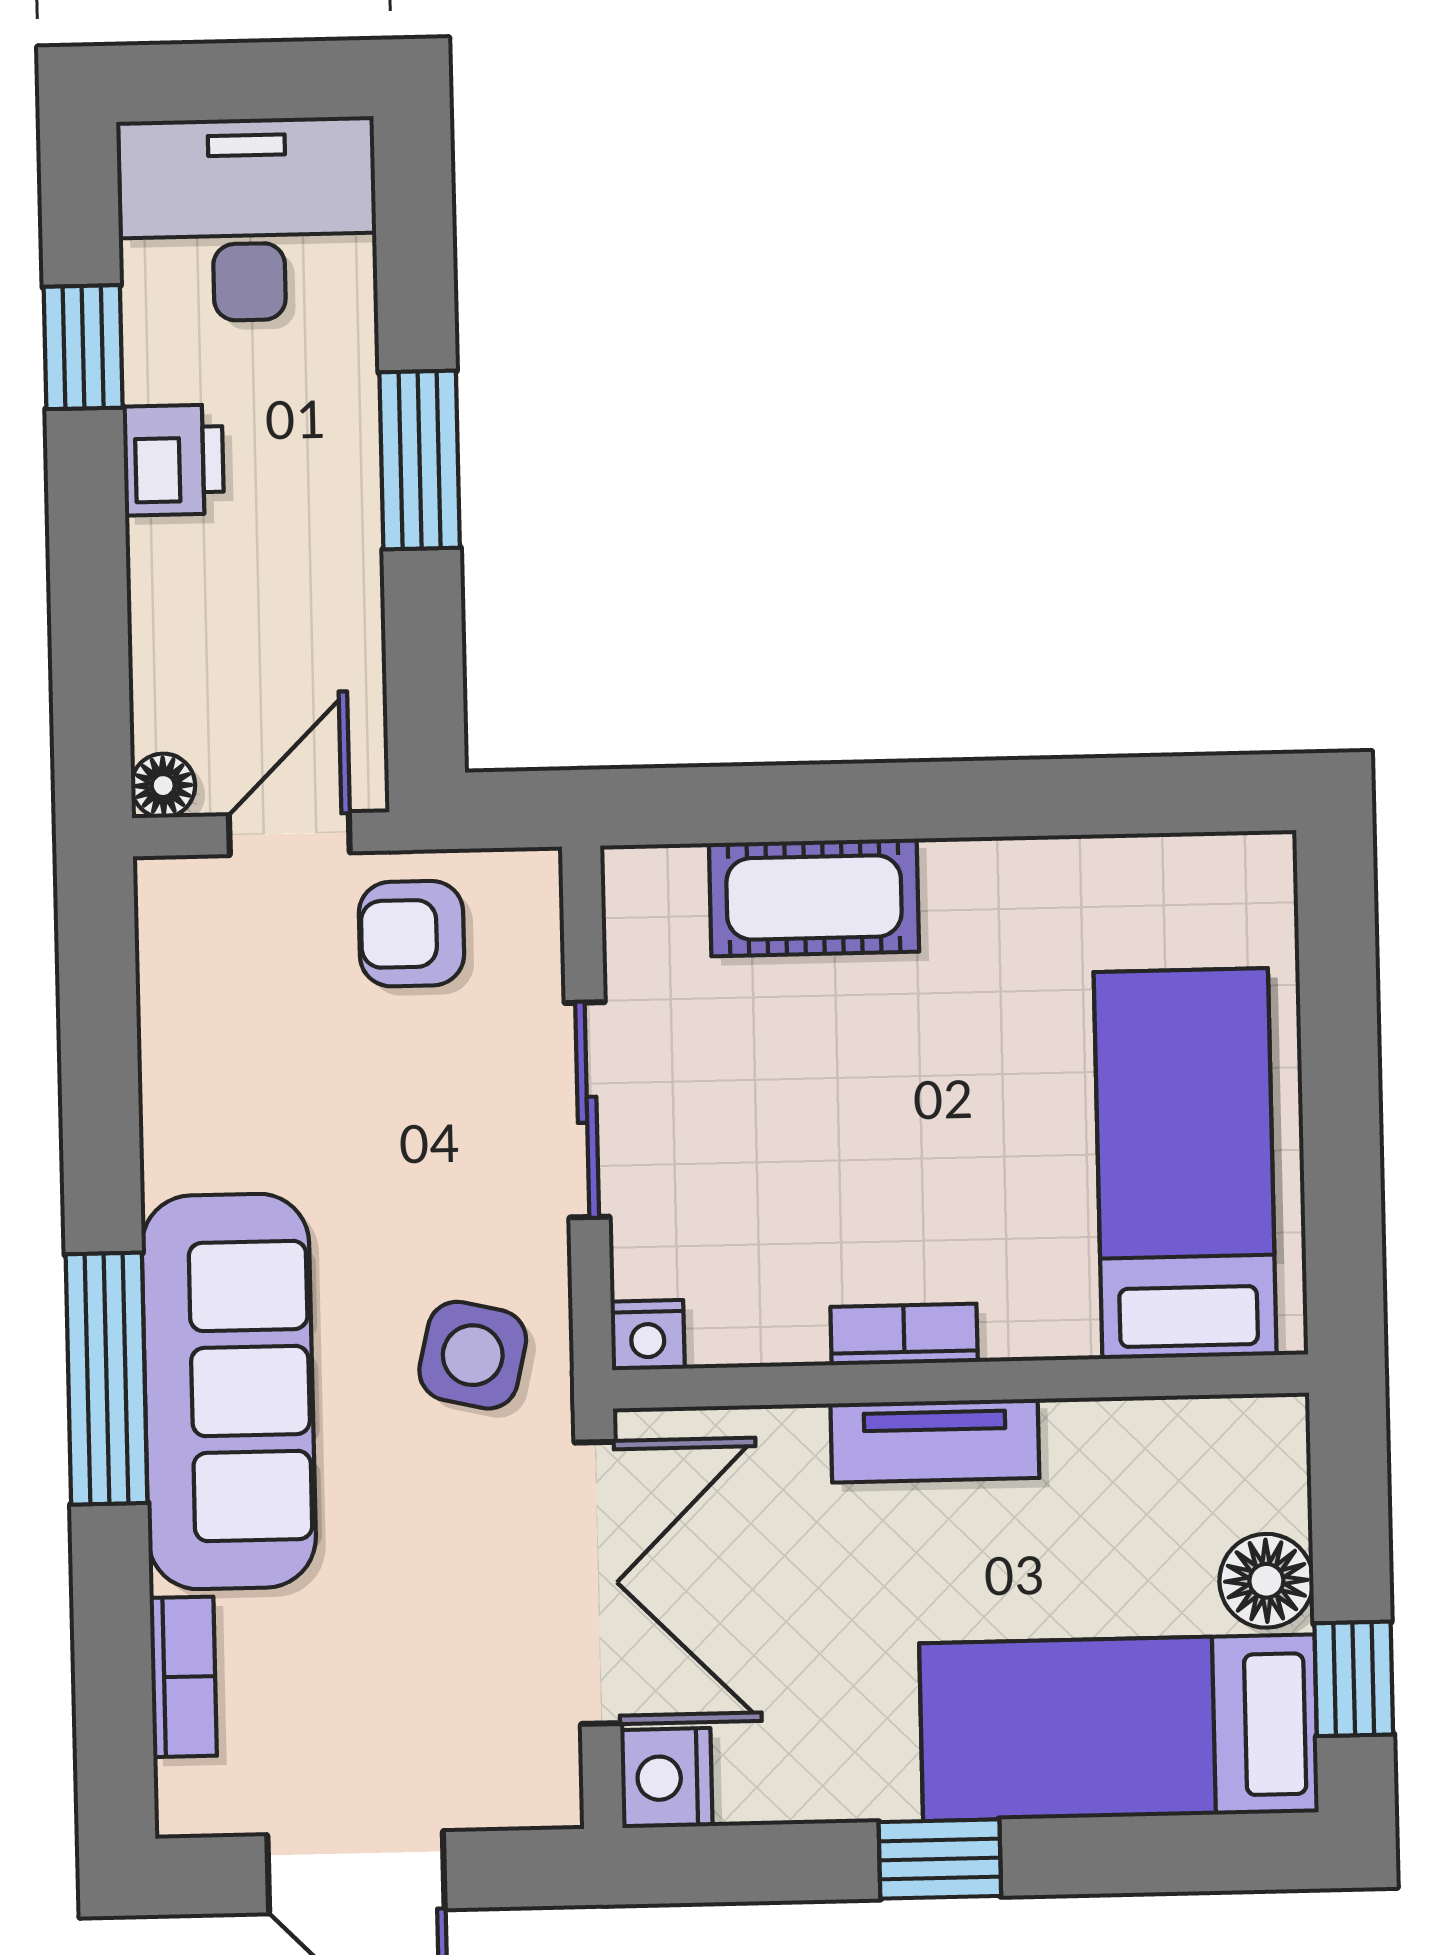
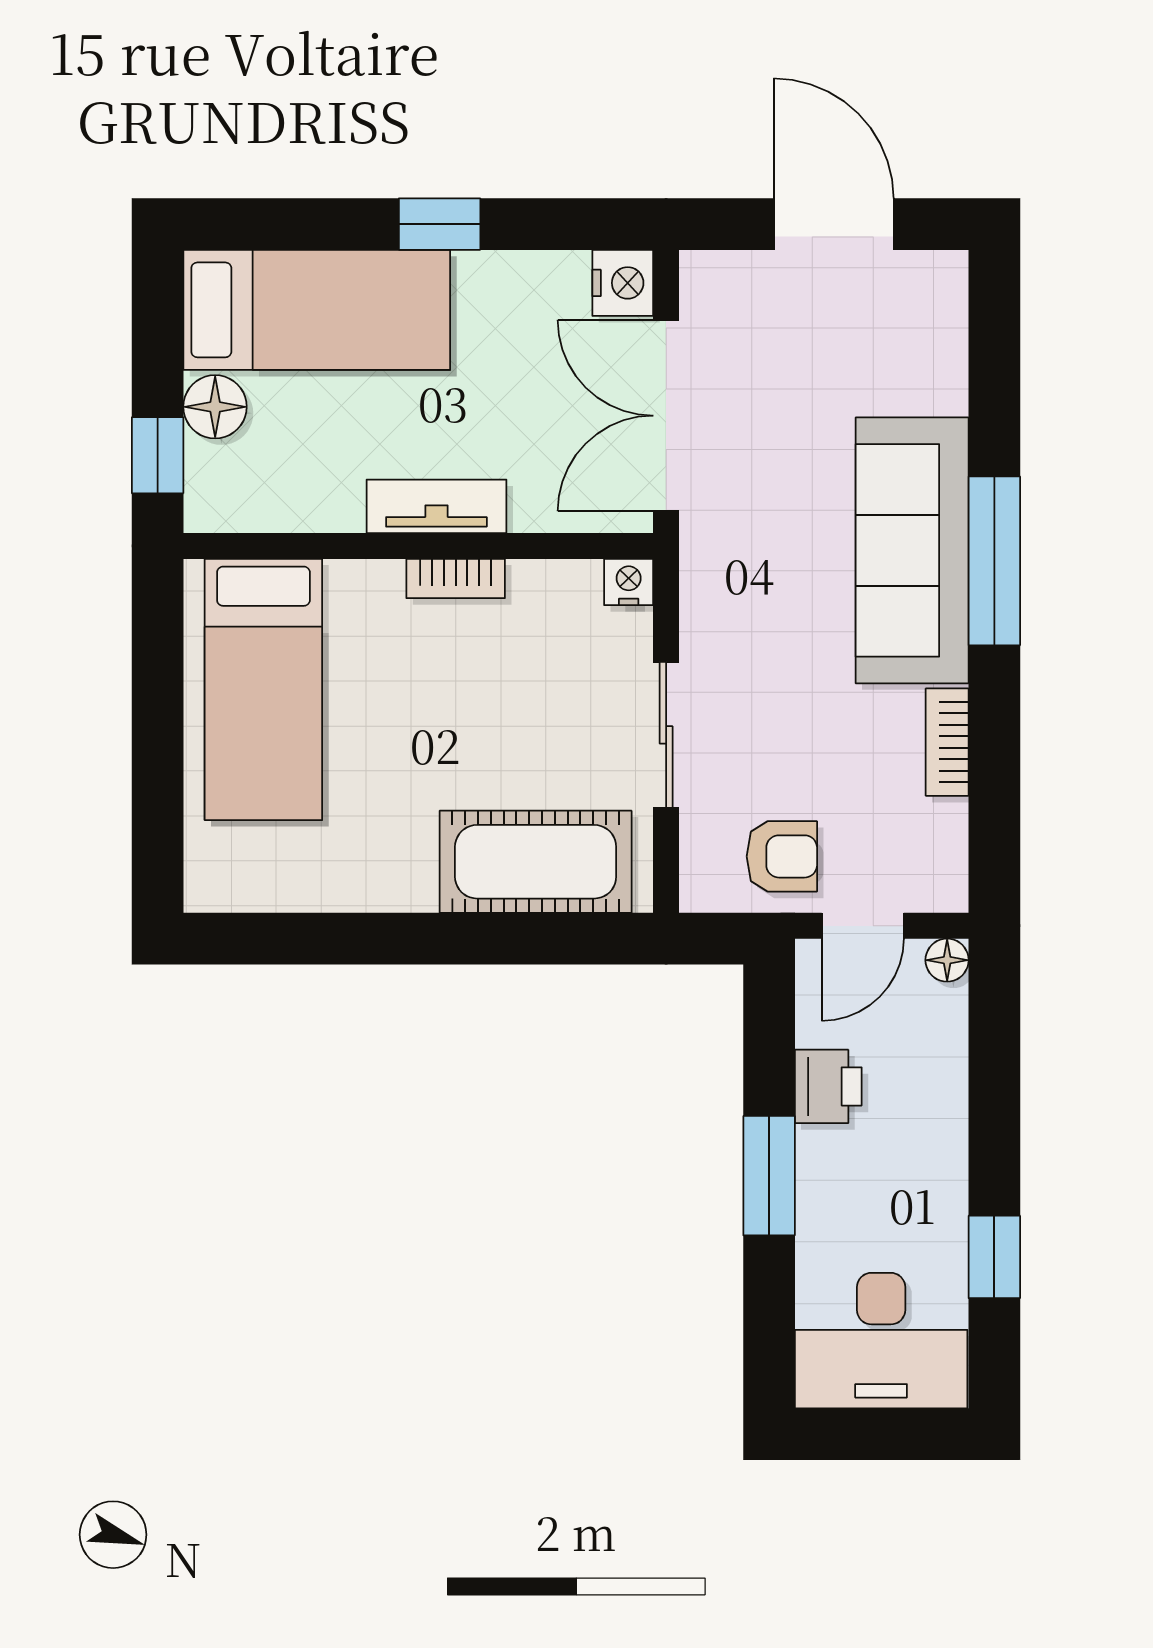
printer: (173, 460) -> (828, 1086), moved, turned 180
cot: (814, 897) -> (536, 862), width x1.37, depth x1.34
side table: (473, 1355) -> (747, 571), removed
bookcase: (183, 1677) -> (947, 742), moved
window: (1354, 1679) -> (158, 455), moved

